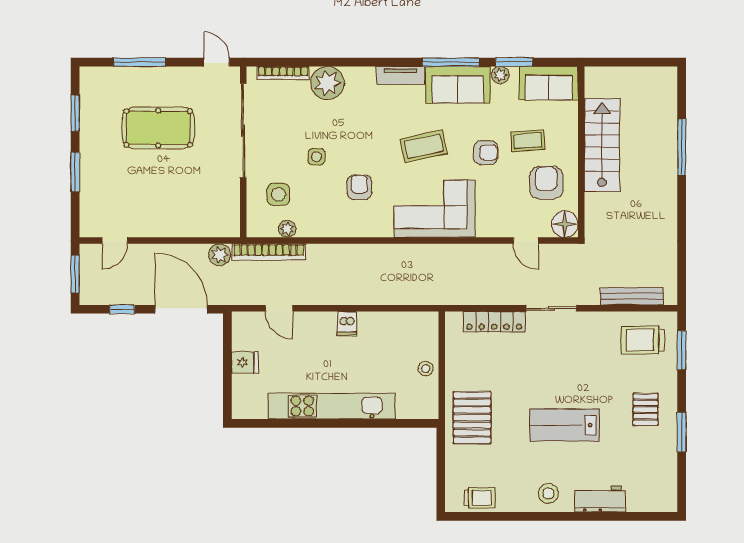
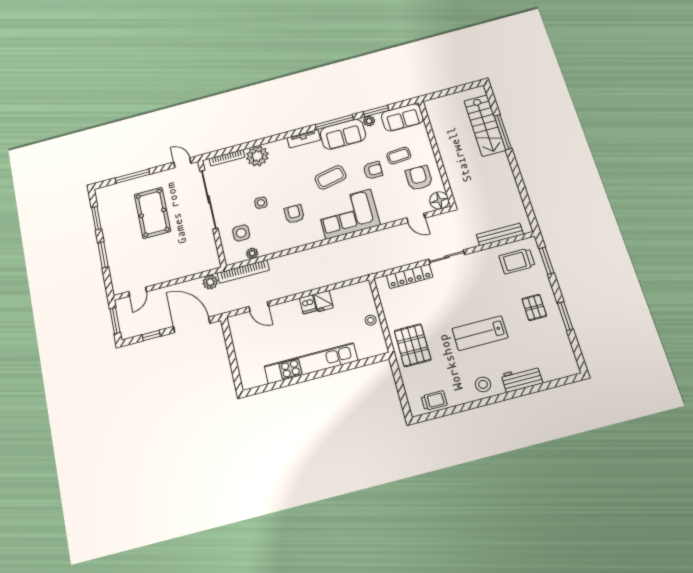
pool table: (158, 128) -> (153, 213), turned 90
stairs: (602, 145) -> (485, 125), moved, turned 180
fridge: (245, 362) -> (323, 301), moved, turned 90

